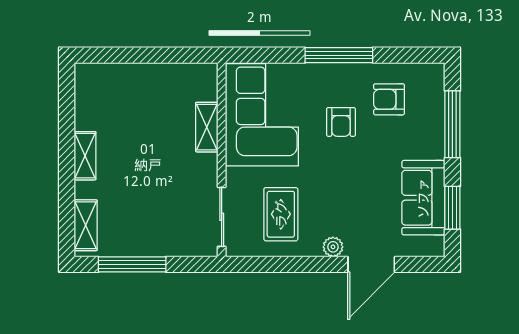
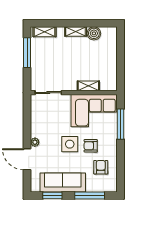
window: (339, 55) -> (120, 124), moved
boiler: (89, 115) -> (94, 33), added
side table: (337, 169) -> (70, 144), added
sofa: (423, 198) -> (63, 183), width x1.36
rug: (281, 214) -> (49, 119), removed

